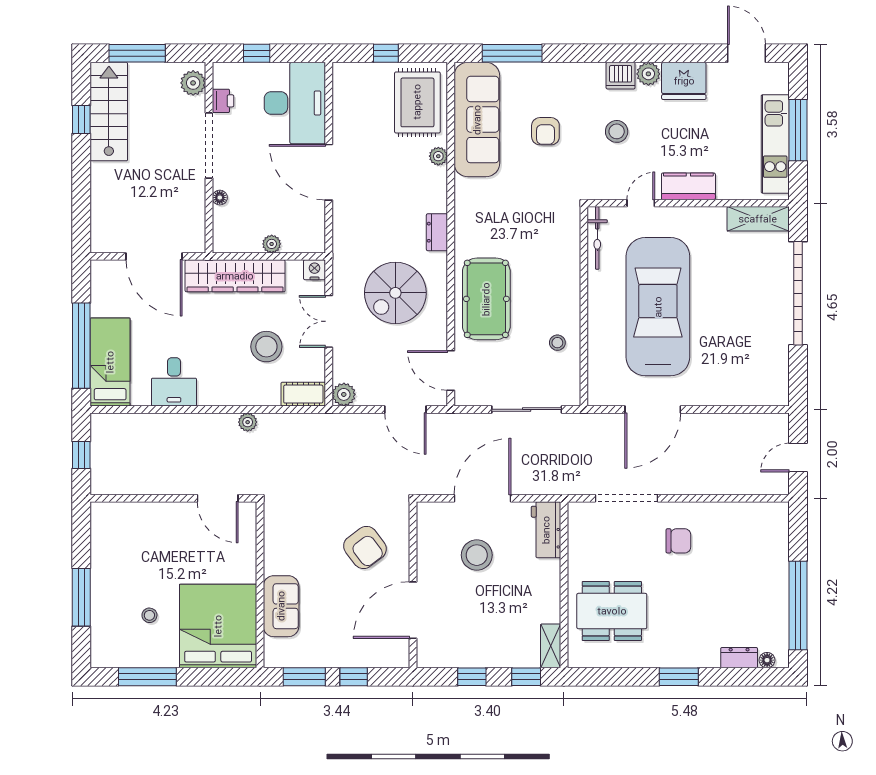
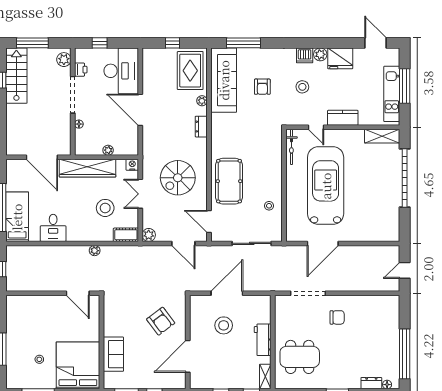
door: (641, 203) -> (316, 127), swing flipped
dresser: (437, 232) -> (201, 127), moved
workbench: (546, 530) -> (263, 340), moved

